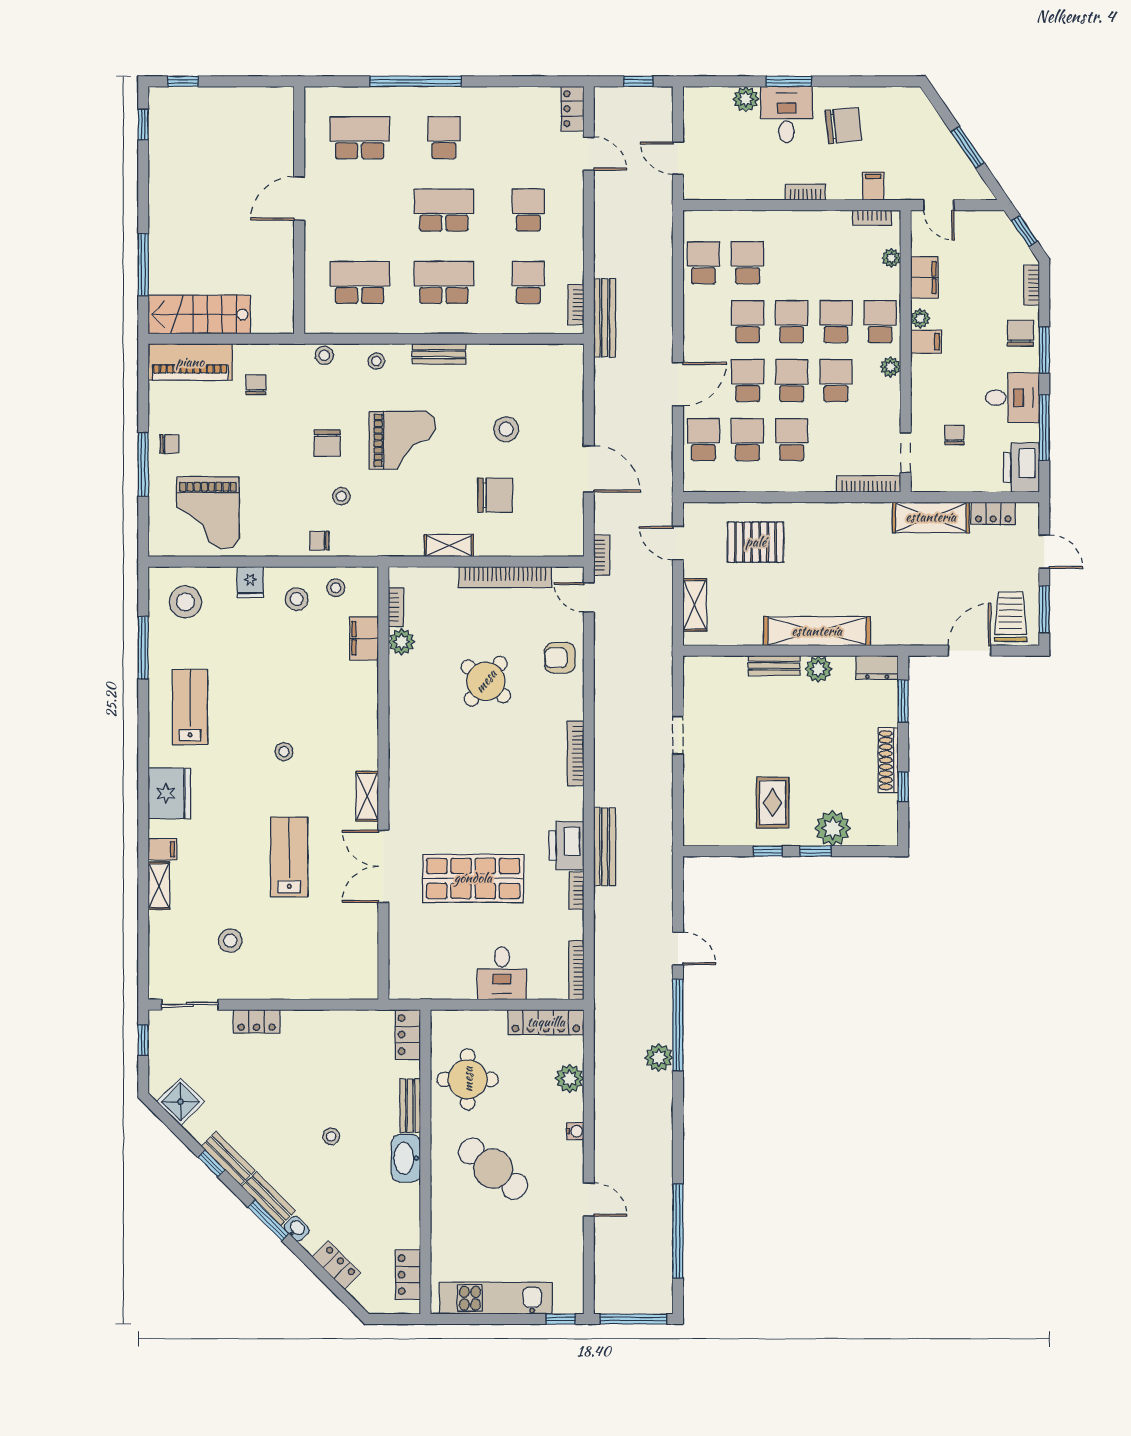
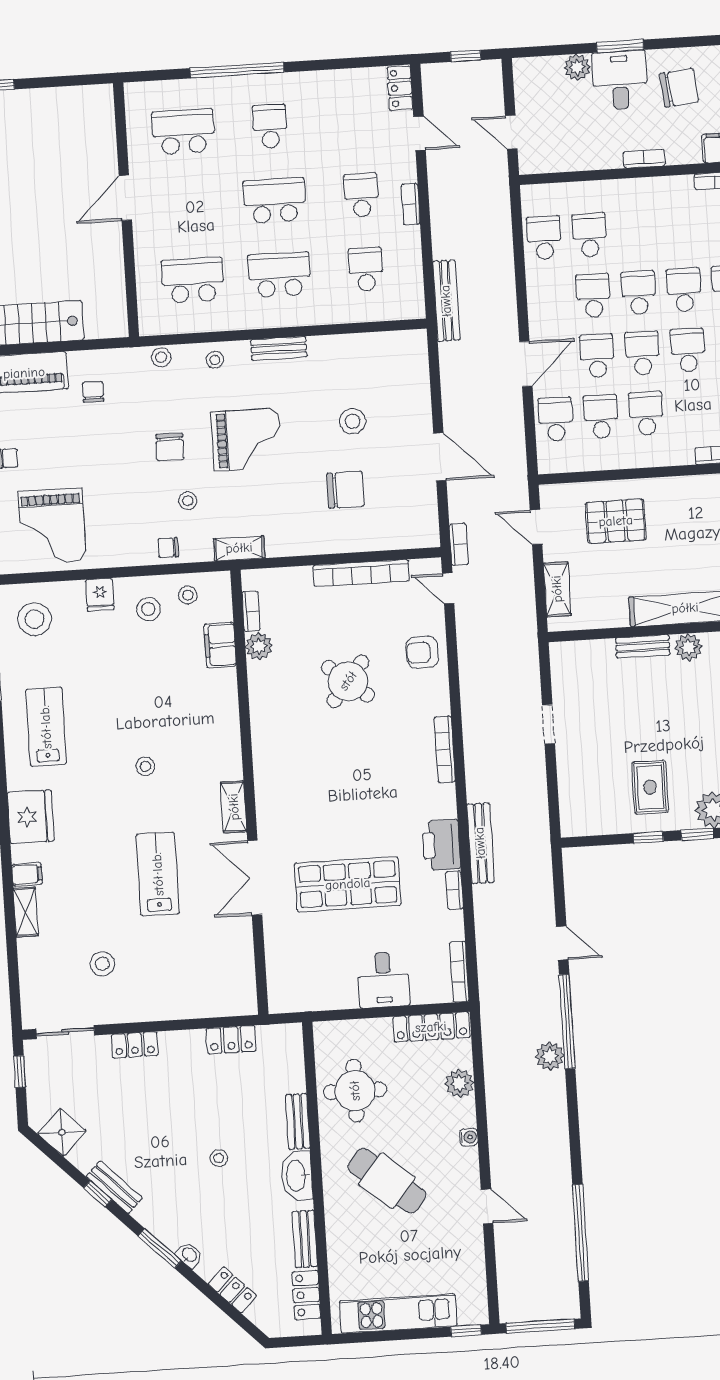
bookcase: (576, 305) -> (411, 204), moved
shelving: (449, 546) -> (239, 548), moved
locker: (408, 1035) -> (231, 1040), moved, turned -90
bench: (269, 1199) -> (305, 1239), moved, turned 45

